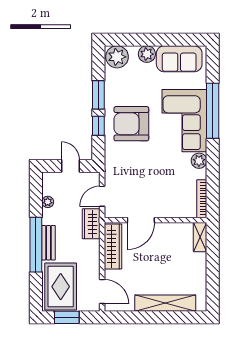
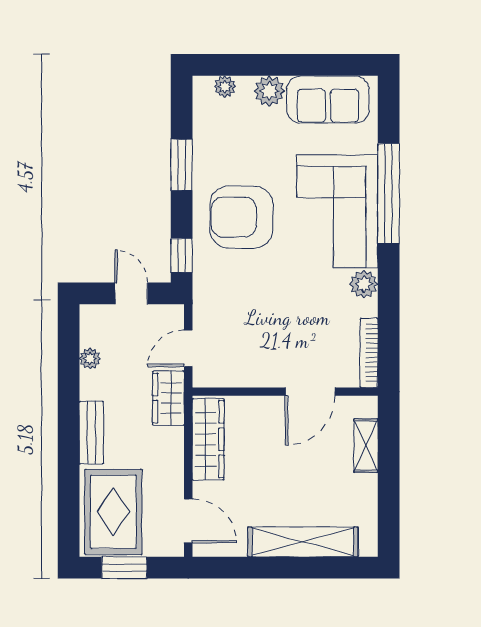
plant: (117, 57) -> (225, 87), width x0.53, depth x0.53
window: (98, 126) -> (182, 255), moved
door: (141, 220) -> (310, 392), moved
shelving: (200, 237) -> (366, 446), moved
window: (36, 245) -> (69, 436), removed

